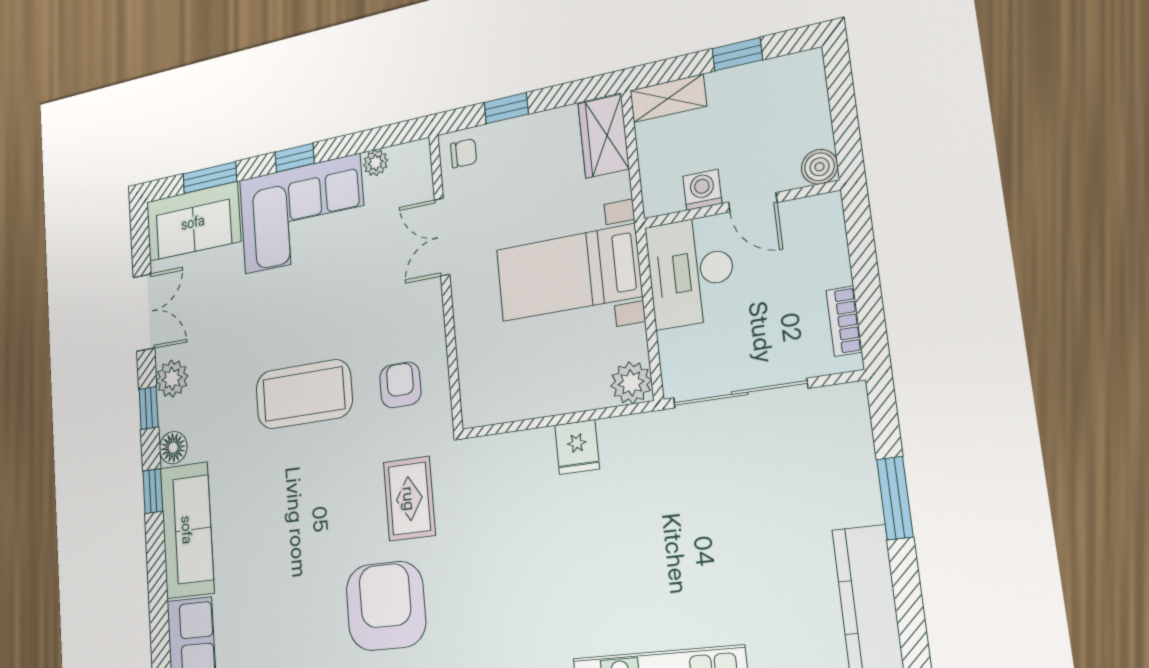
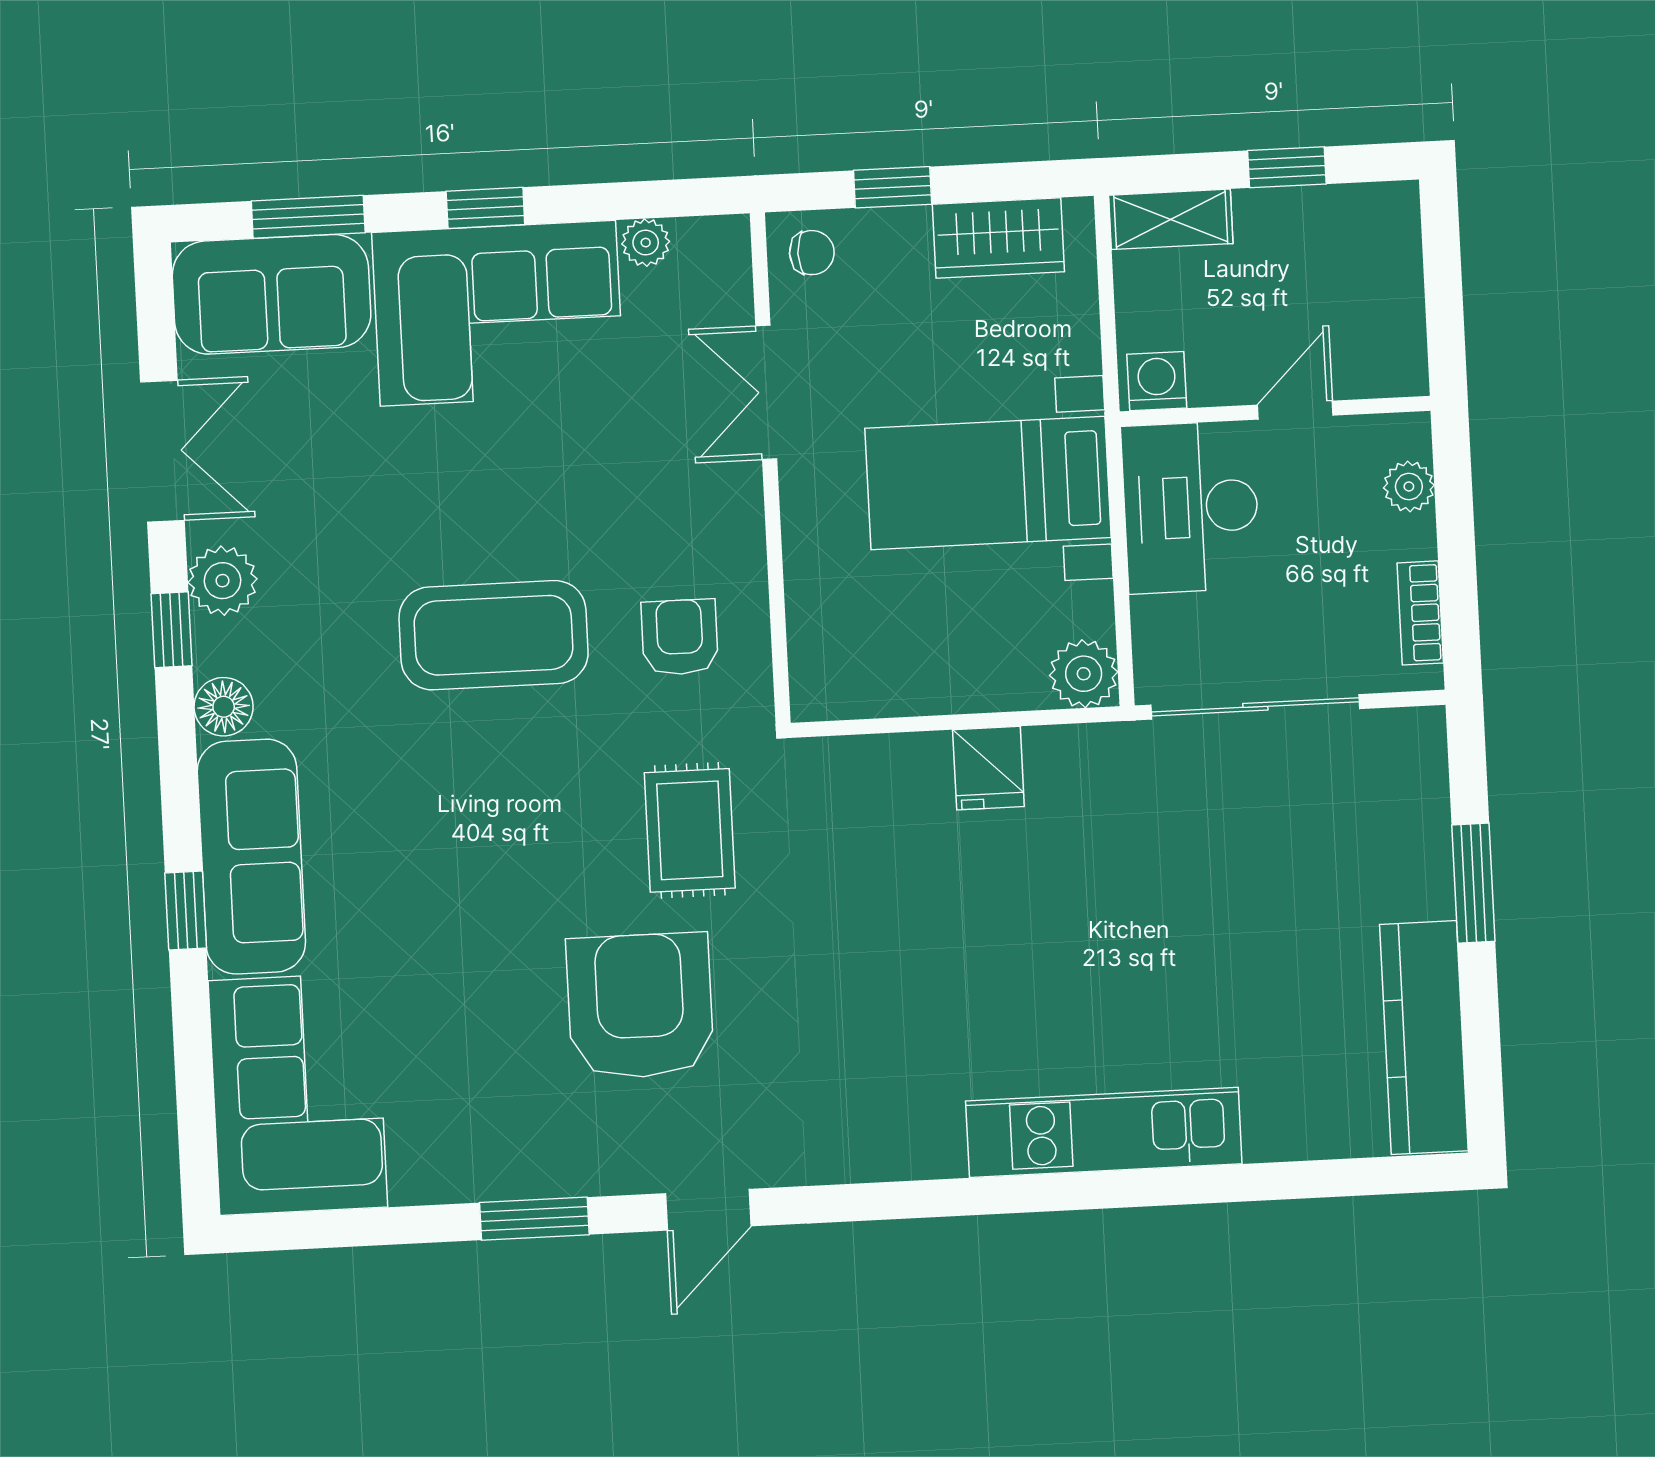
wardrobe: (604, 136) -> (998, 238), moved, turned -90
boiler: (820, 167) -> (1401, 370), removed
washing machine: (702, 190) -> (1157, 381), moved
door: (753, 202) -> (1295, 410), swing flipped
plant: (830, 240) -> (1409, 487), added
window: (153, 491) -> (186, 910), moved

